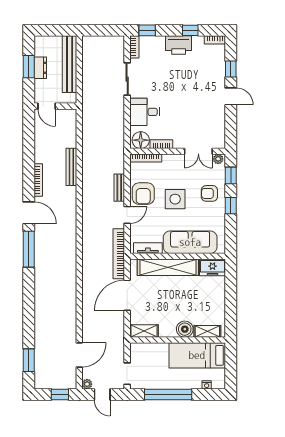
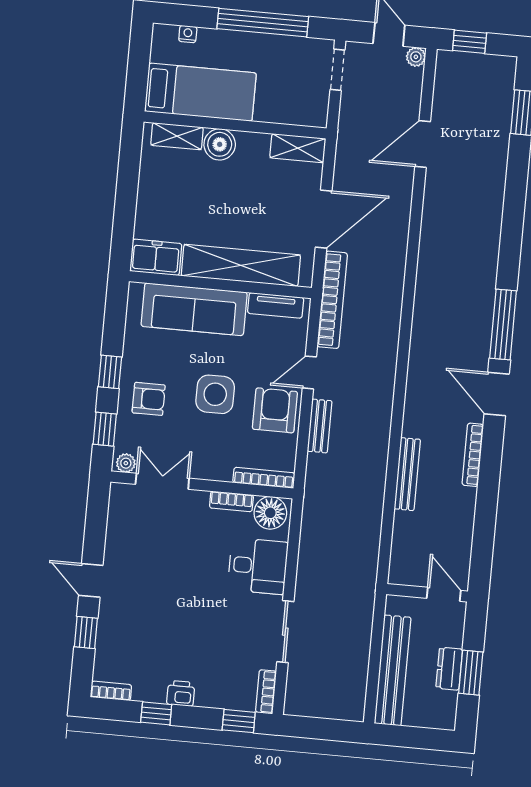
printer: (179, 45) -> (181, 693), width x0.53, depth x0.68
door: (79, 355) -> (423, 144), moved

